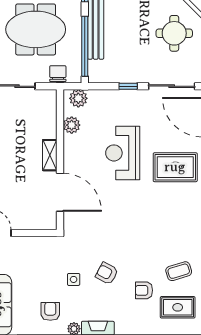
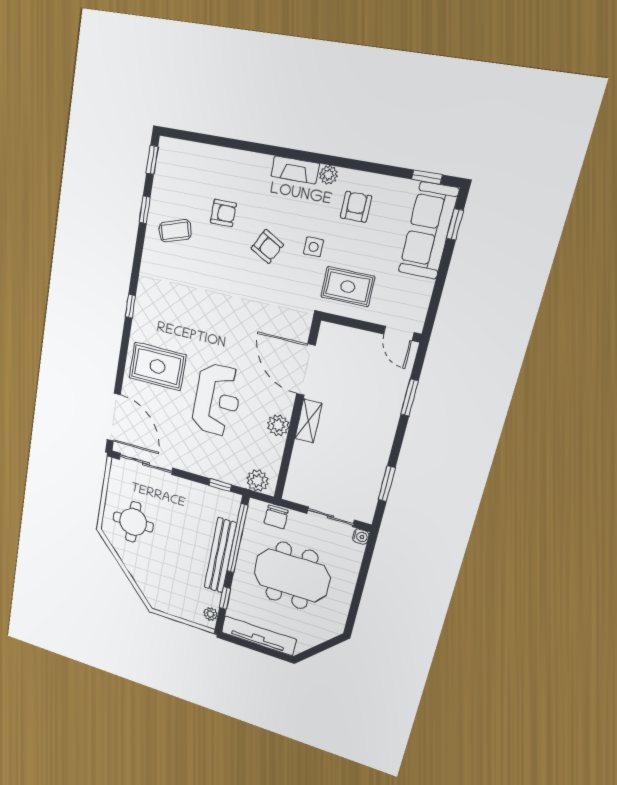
window: (128, 86) -> (220, 485), moved
plant: (72, 125) -> (278, 425), moved
rug: (178, 307) -> (348, 287), moved
armchair: (50, 311) -> (356, 207), turned 180

